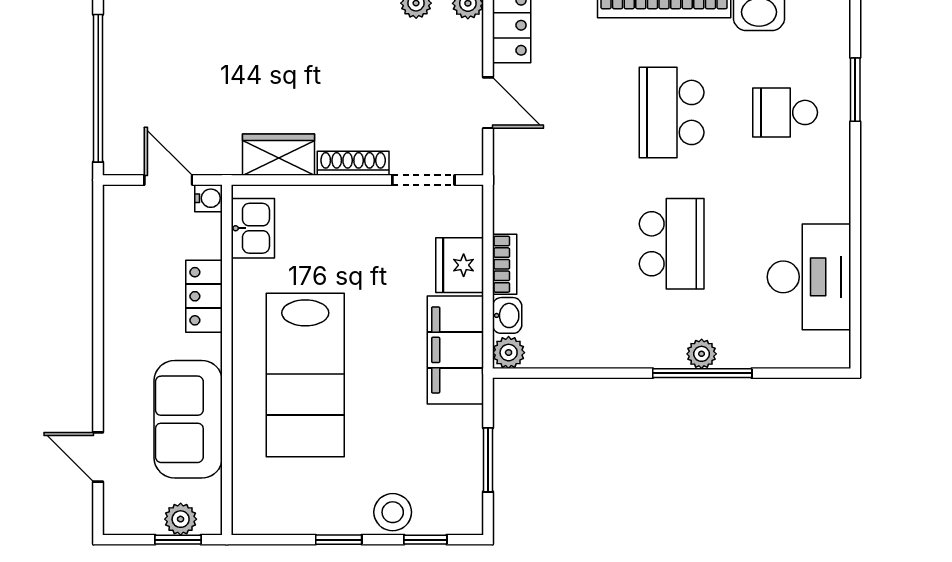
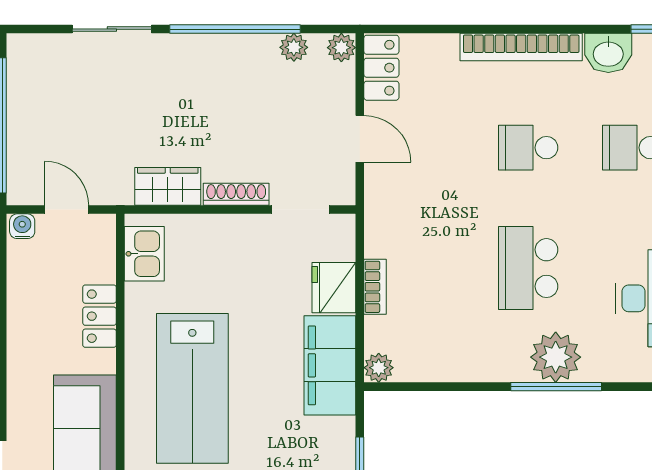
school desk: (672, 112) -> (528, 148), width x0.54
water cooler: (209, 198) -> (22, 226), moved, turned -90
school desk: (672, 244) -> (528, 268), turned 180
washbasin: (507, 315) -> (377, 334), removed
plant: (702, 354) -> (556, 357), width x1.88, depth x1.88

